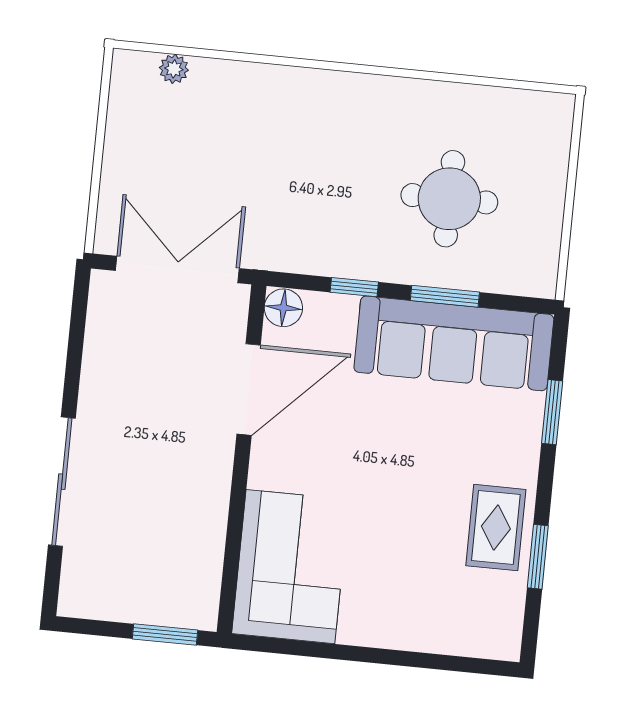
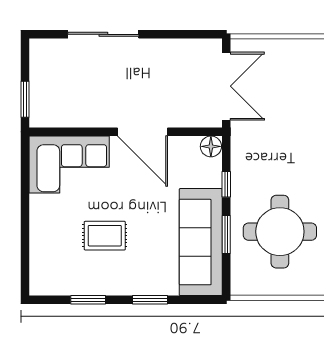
round table: (449, 199) -> (280, 232), width x1.36, depth x1.36
door: (249, 390) -> (143, 132), moved
window: (552, 412) -> (150, 300), moved
rug: (496, 528) -> (105, 236), moved

